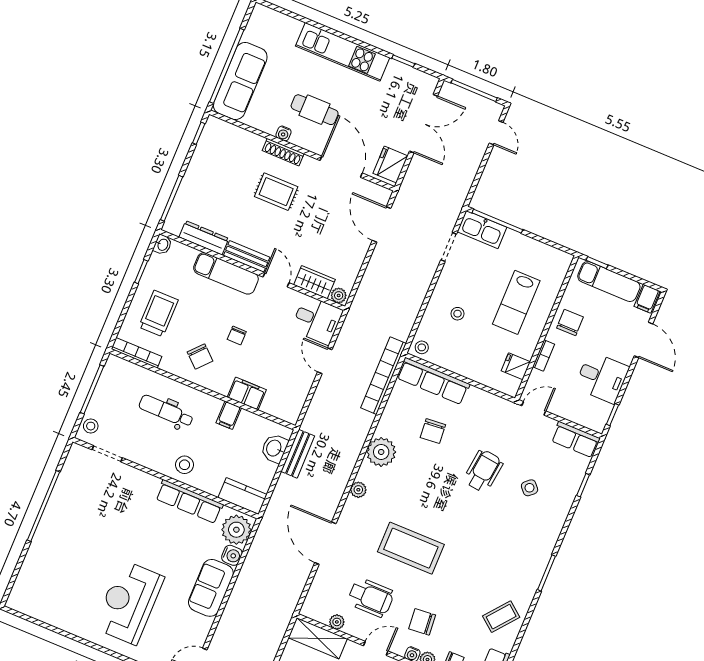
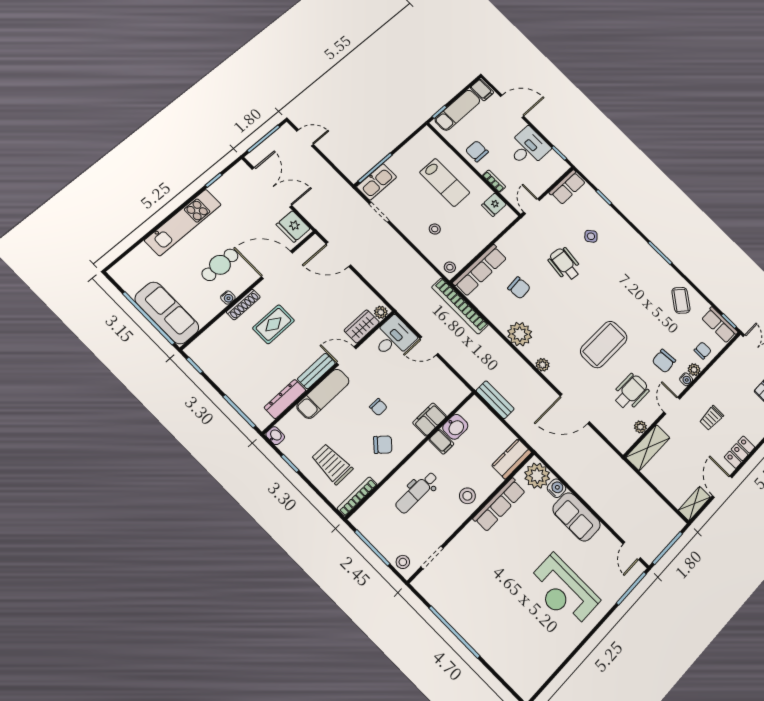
washbasin: (274, 448) -> (455, 427), moved, turned -90

